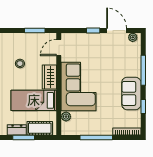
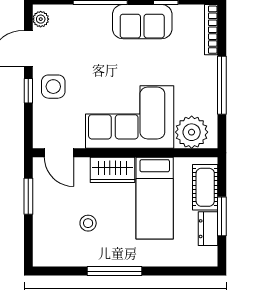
side table: (95, 44) -> (53, 87), added
plant: (66, 117) -> (192, 132), width x1.88, depth x1.88

